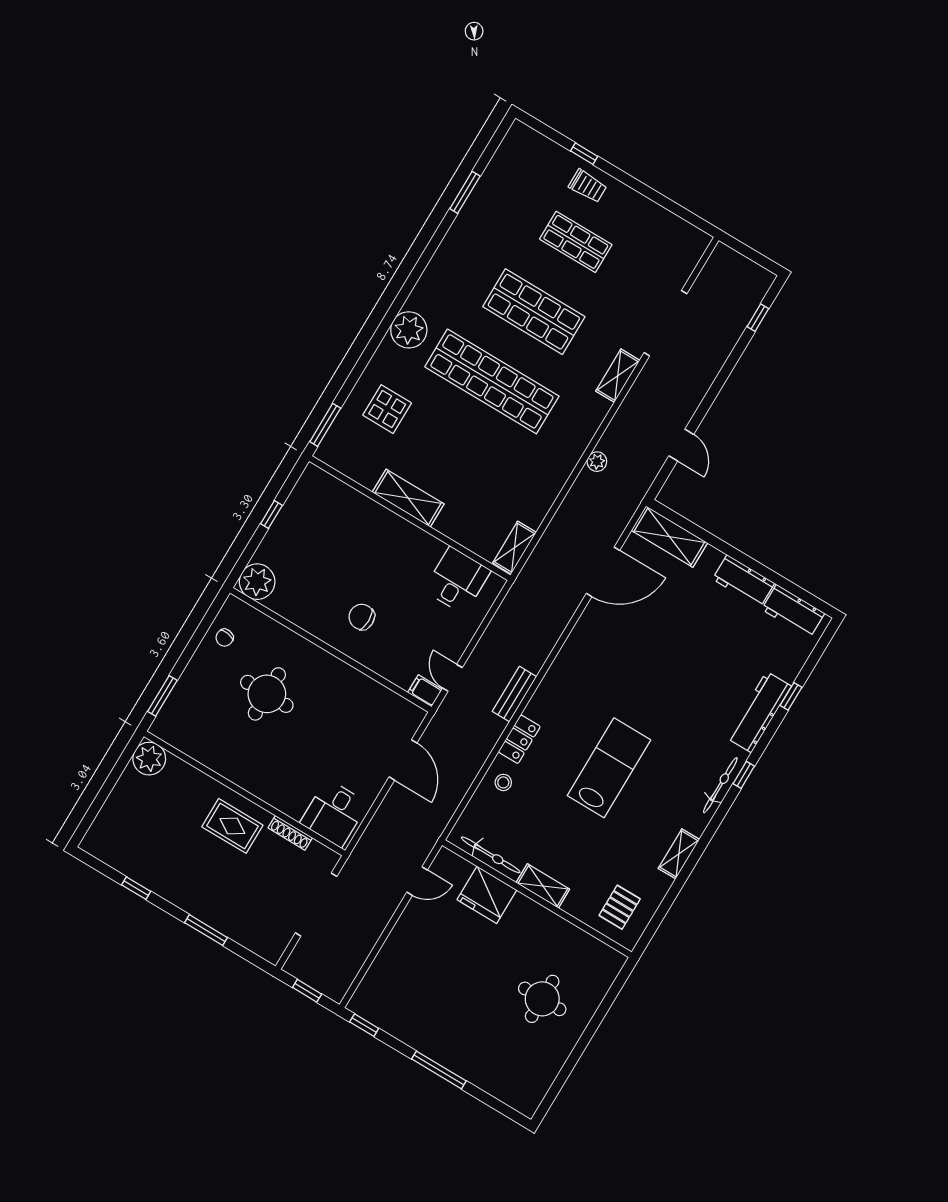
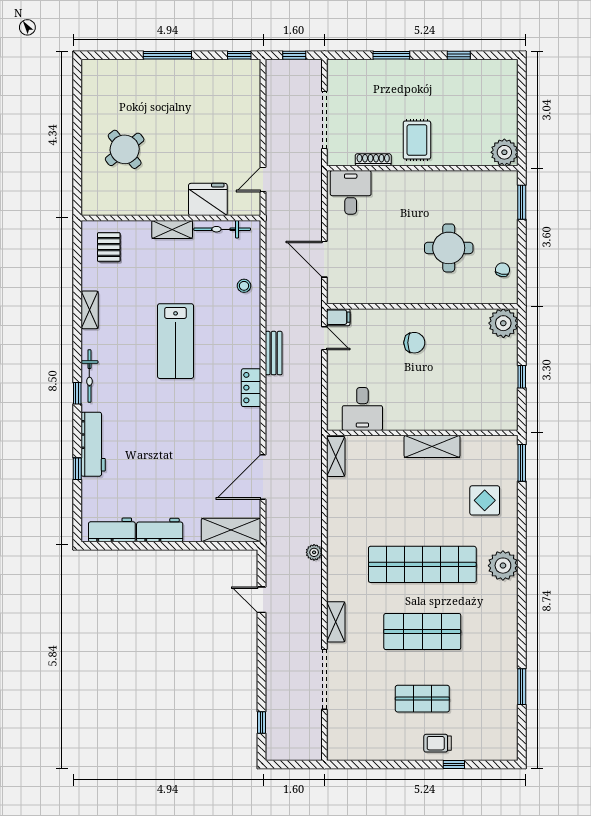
locker: (519, 739) -> (251, 388), moved
rug: (232, 826) -> (417, 140), turned 90
round table: (542, 999) -> (125, 149), turned -38

